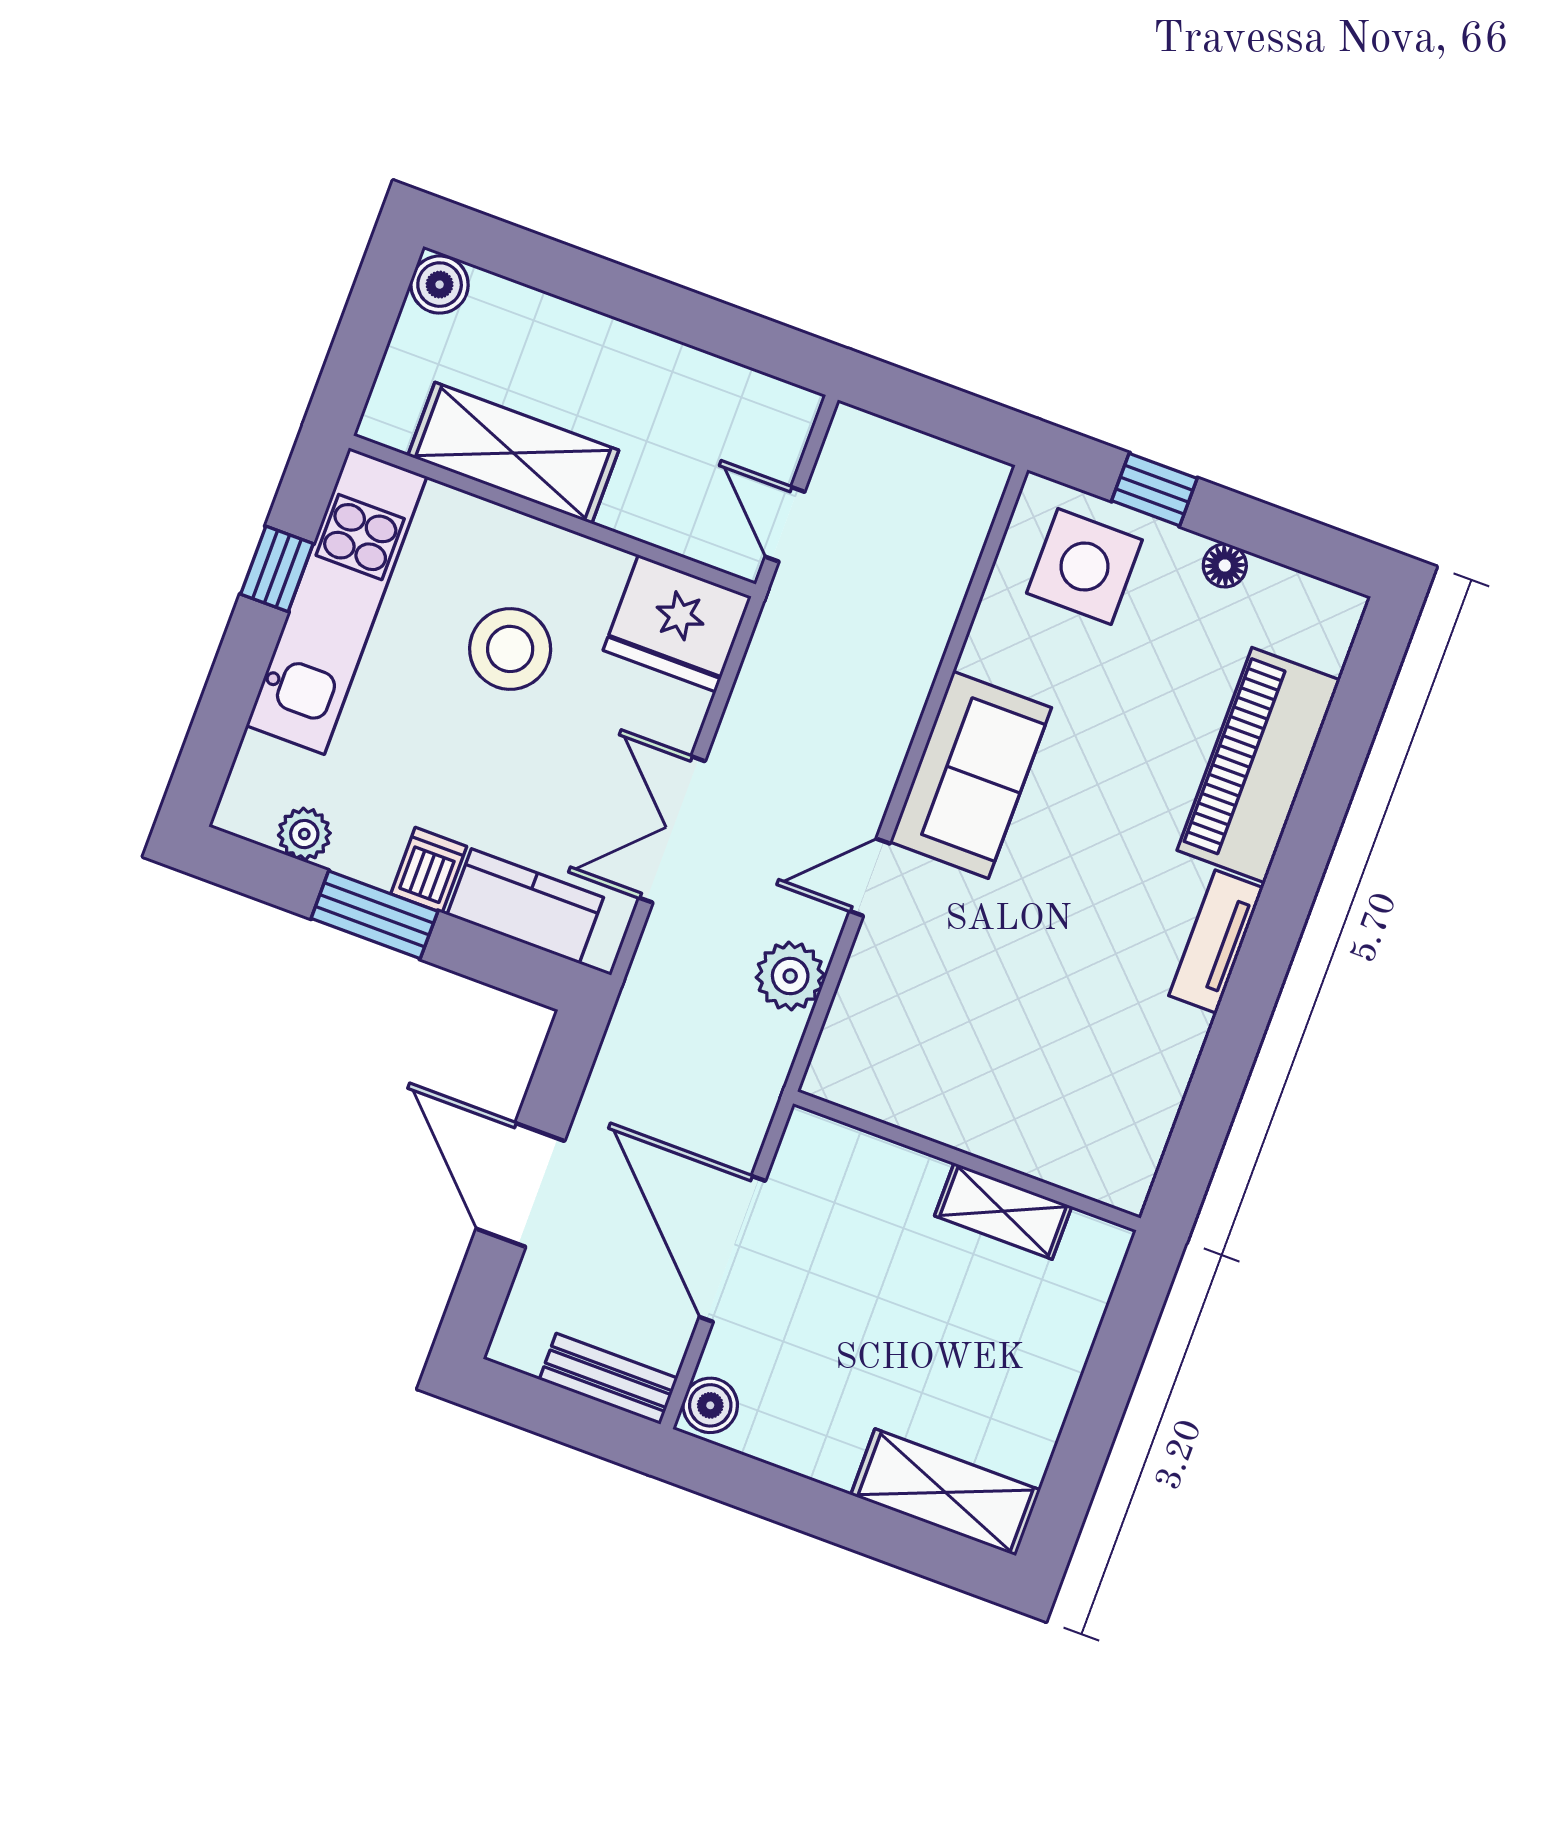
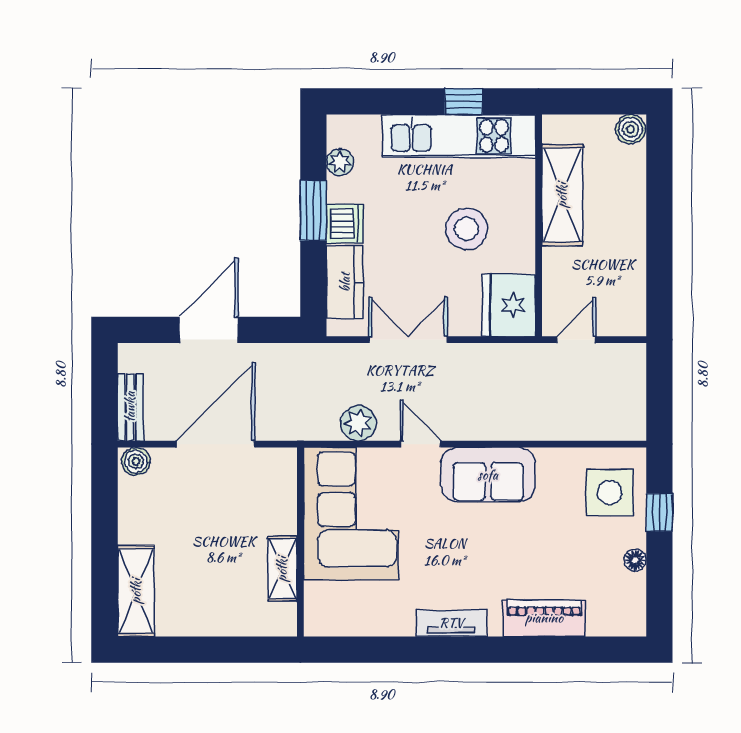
piano: (1258, 765) -> (544, 618), width x0.73, depth x0.75
dishwasher: (429, 870) -> (345, 224), width x1.38
corner sofa: (950, 1050) -> (351, 514), added

